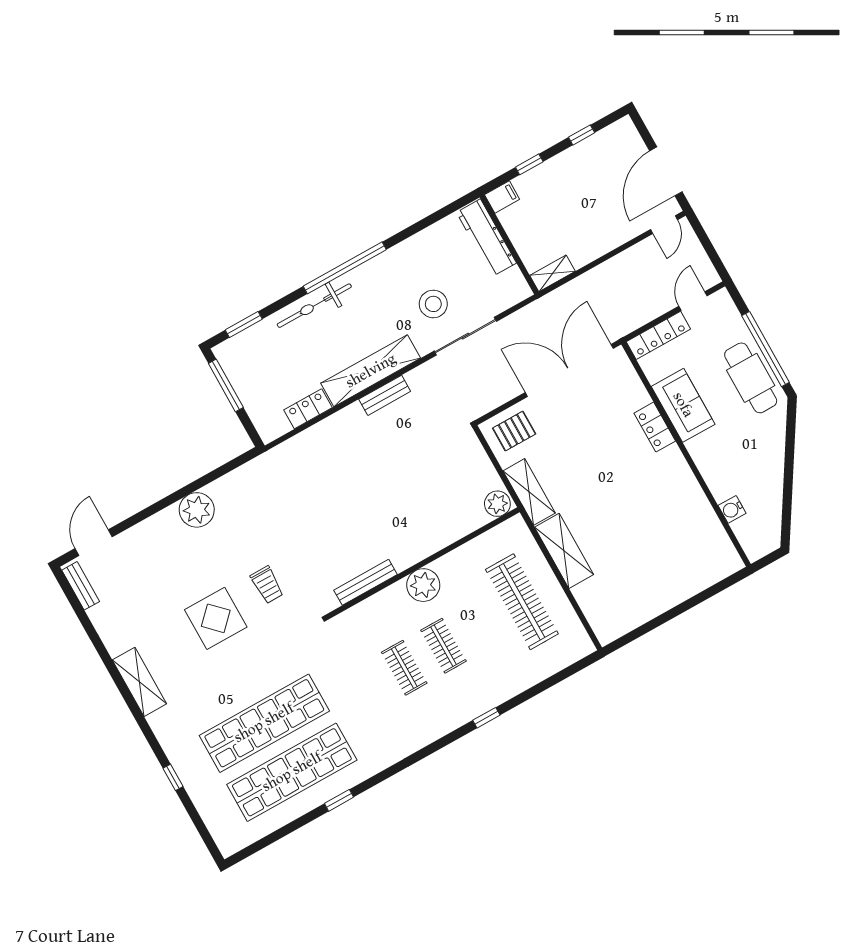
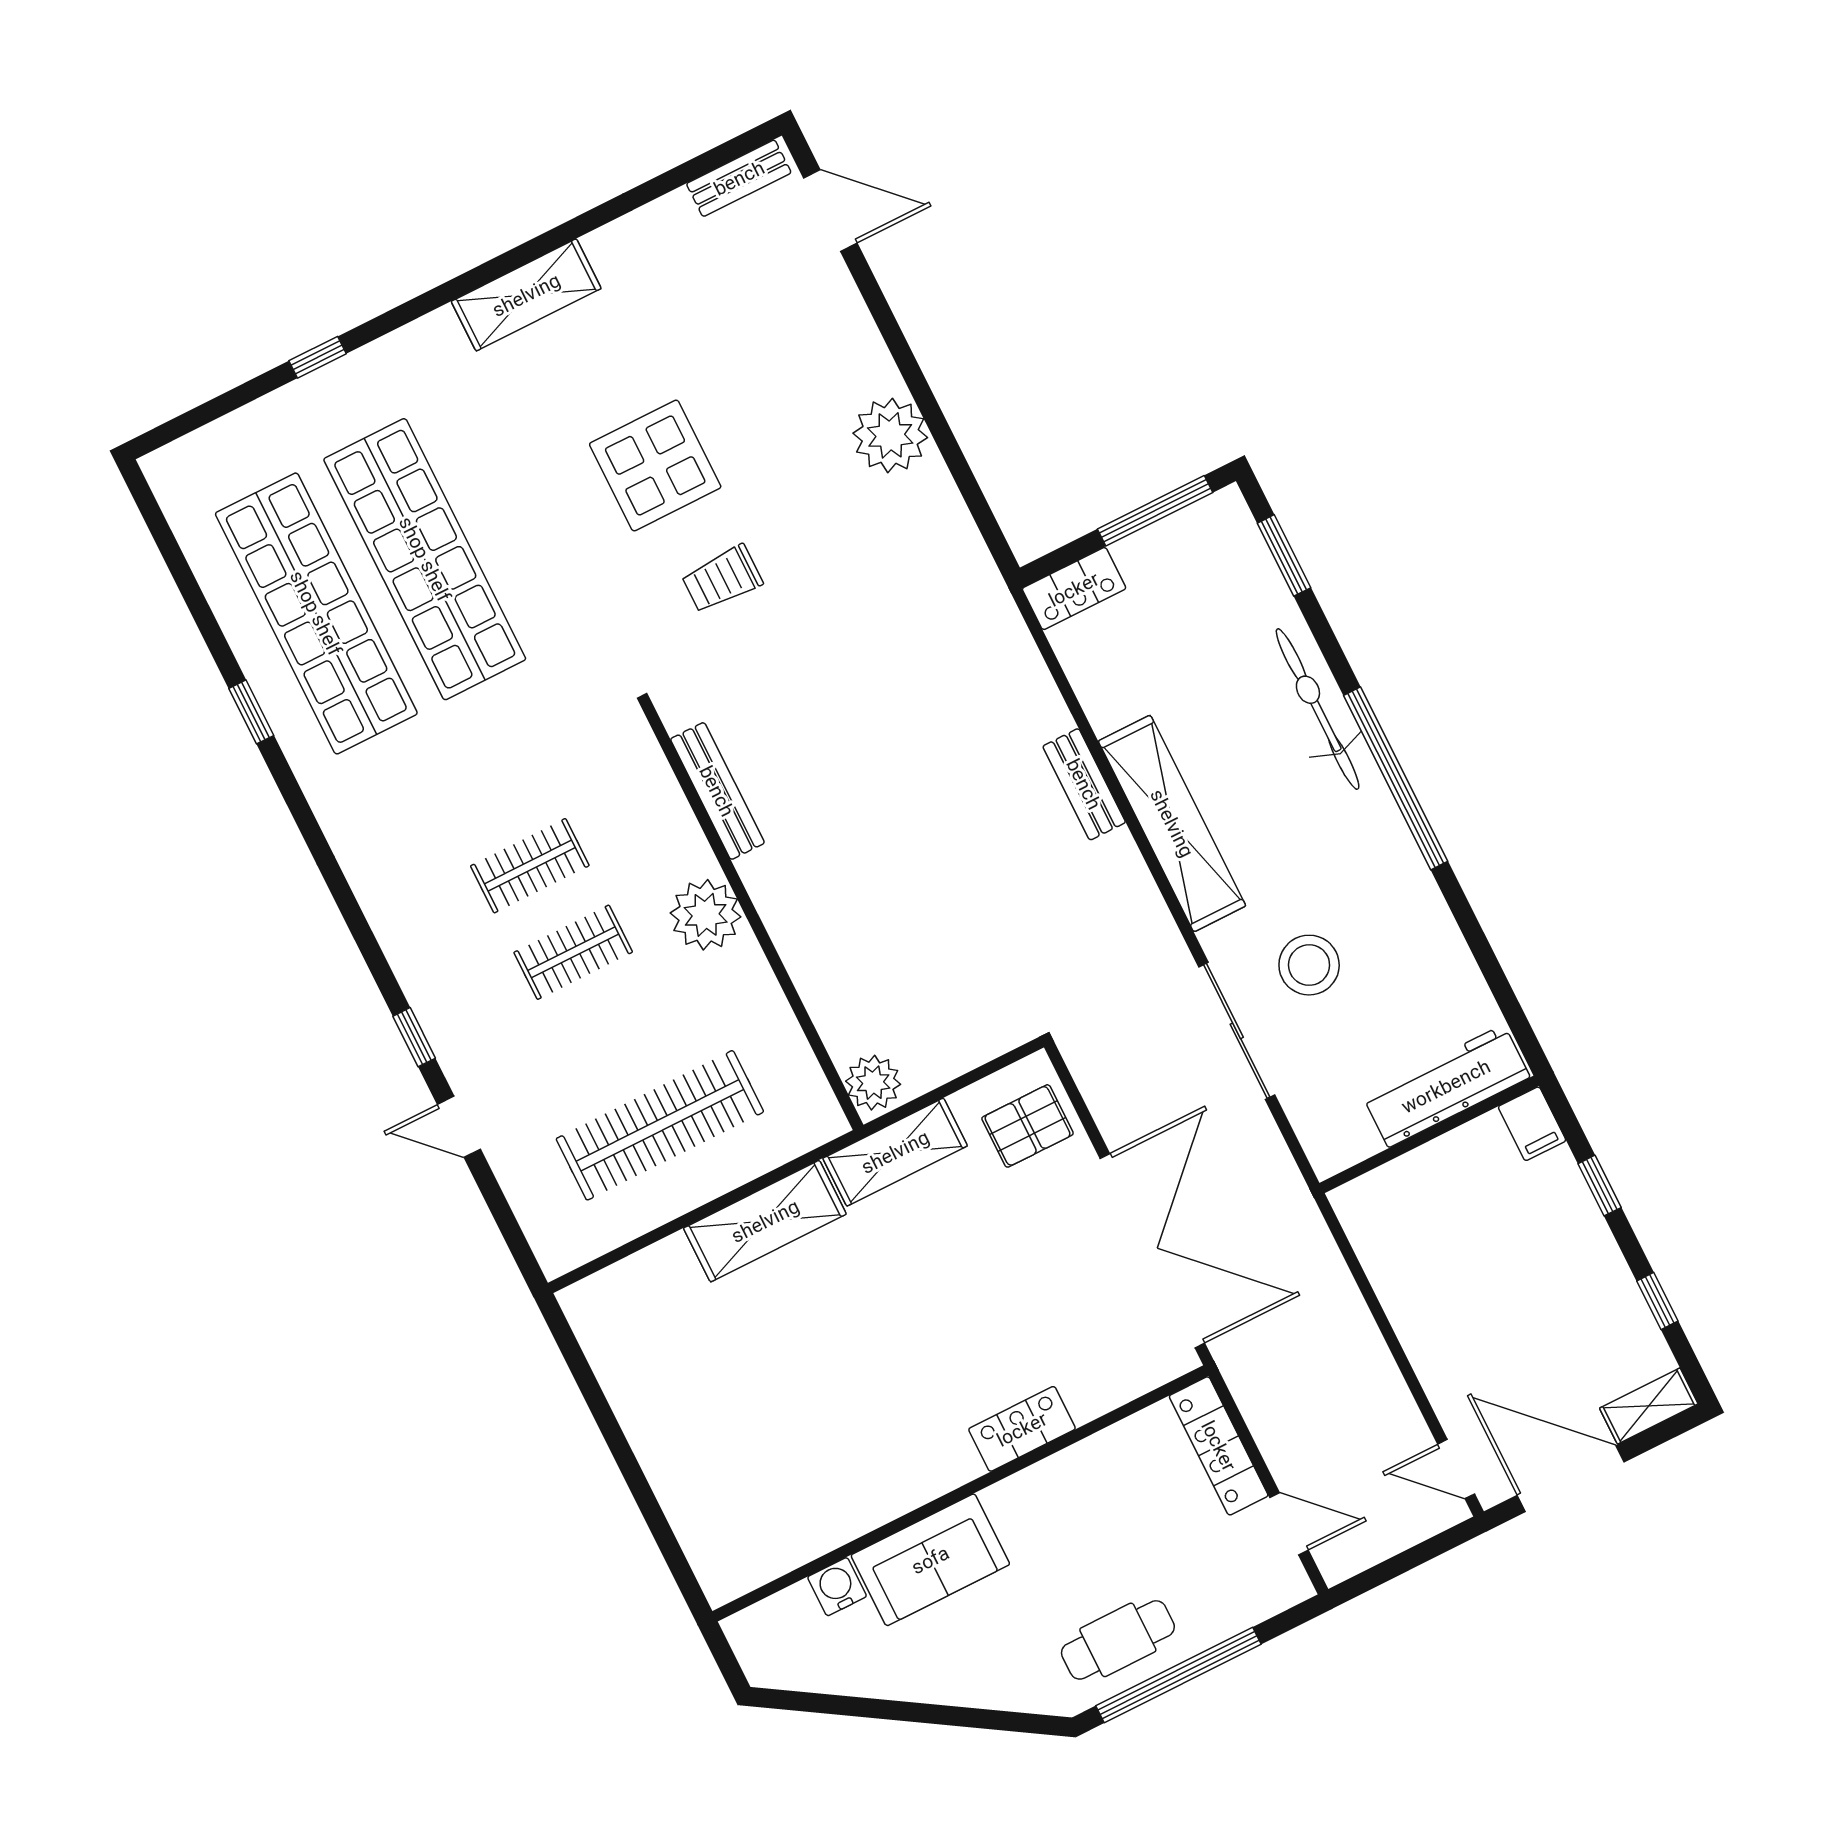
shelving: (552, 273) -> (1649, 1406), moved, turned 90
cafe table: (751, 378) -> (1118, 1640), width x0.73, depth x0.74
bench: (385, 395) -> (1084, 784), moved
sofa: (683, 405) -> (930, 1560), moved
locker: (308, 409) -> (1074, 589), moved, turned 90
pallet: (514, 431) -> (1028, 1126), turned 90
door: (527, 695) -> (459, 1127), added

